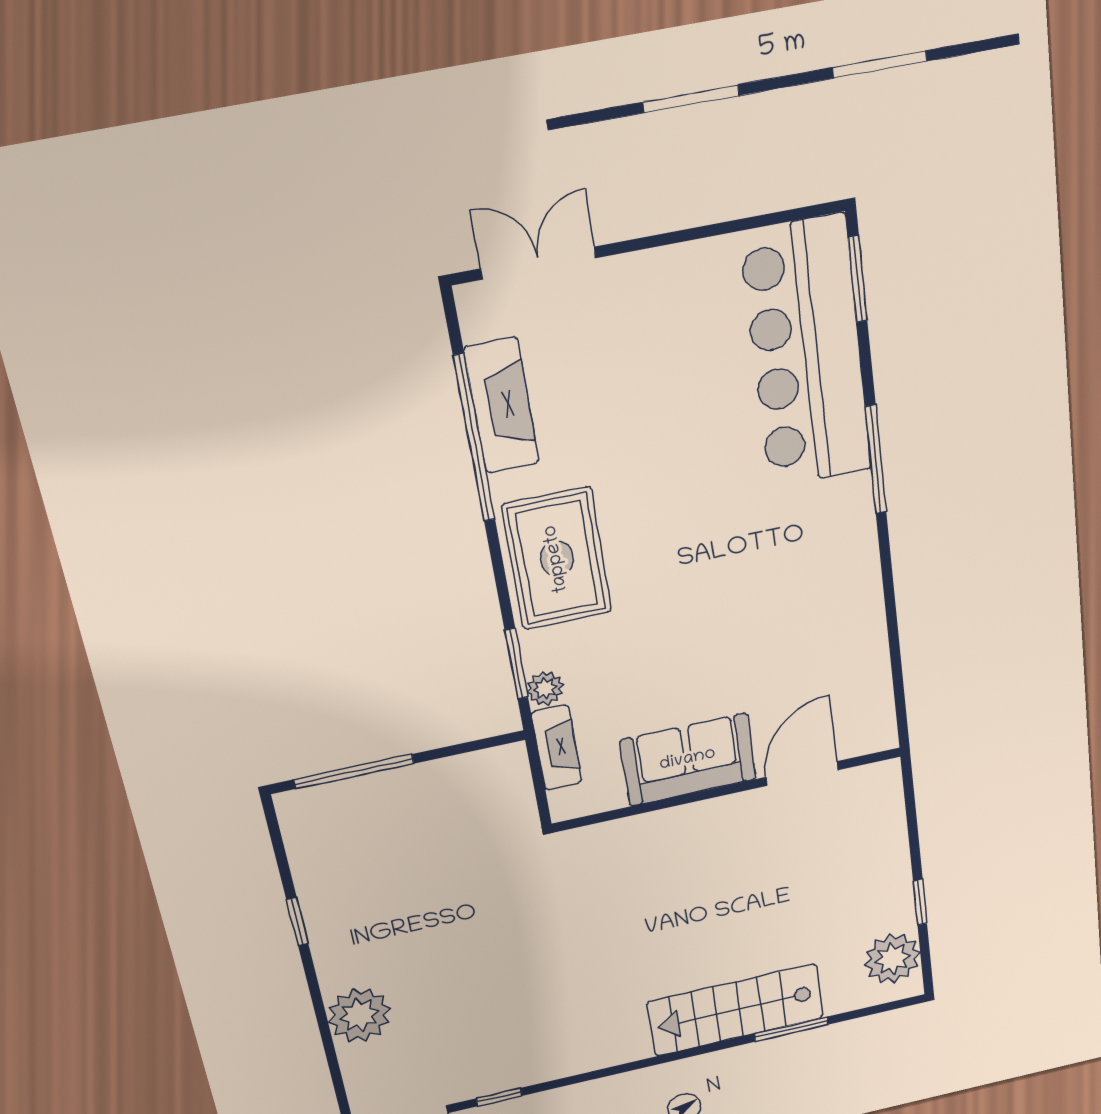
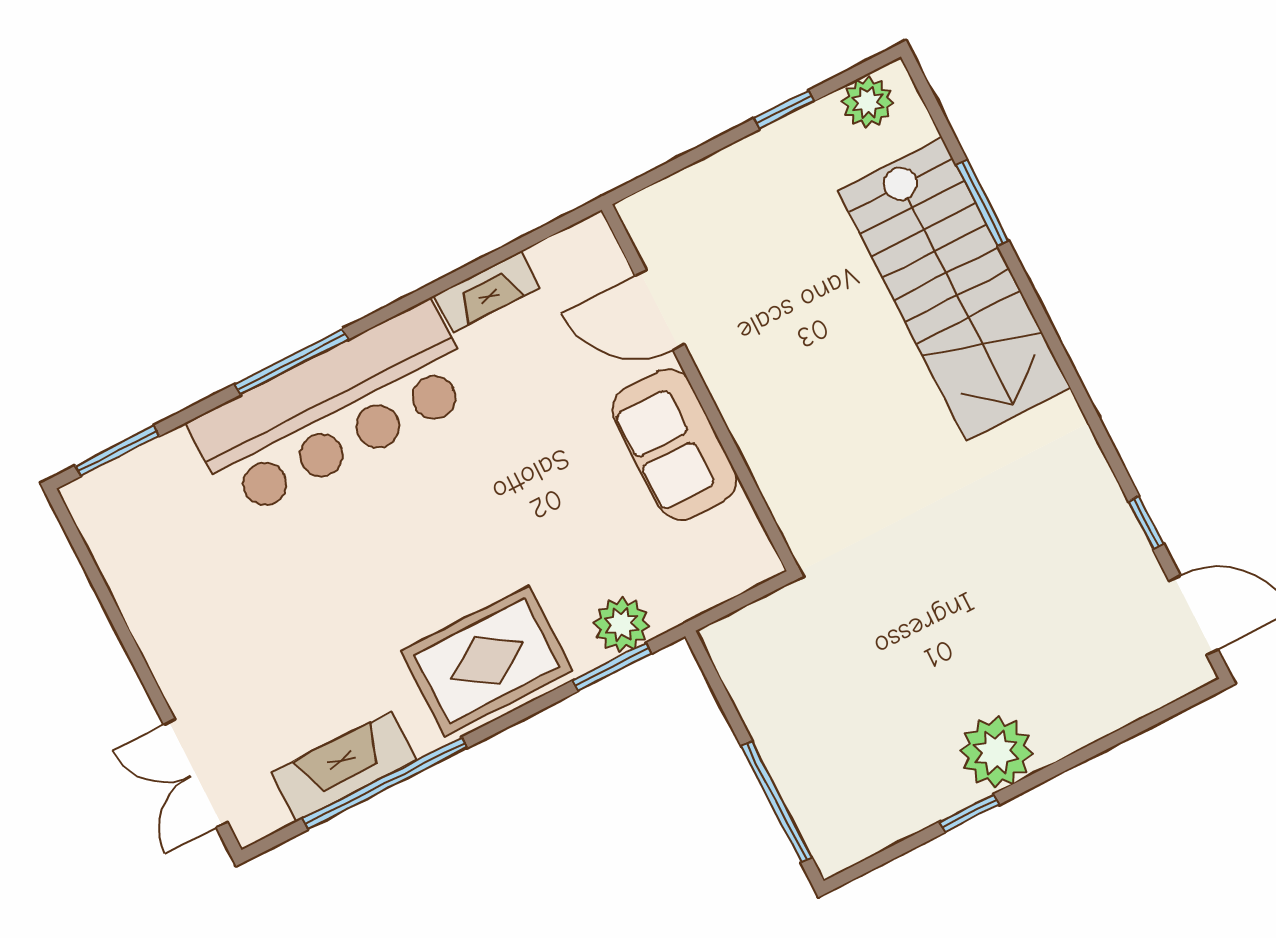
bar counter: (807, 353) -> (334, 410), moved
plant: (545, 688) -> (622, 624), width x1.38, depth x1.38
fireplace: (557, 748) -> (487, 292), moved, turned 180
plant: (892, 959) -> (868, 102), width x0.73, depth x0.73
stairs: (736, 1010) -> (954, 289), width x1.36, depth x1.51
plant: (359, 1015) -> (996, 752), moved

